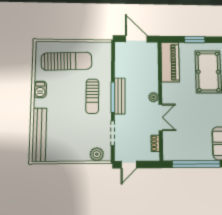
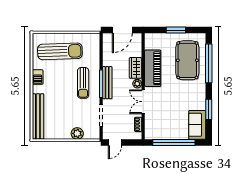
door: (136, 39) -> (122, 30), swing flipped
piano: (170, 62) -> (153, 68), moved
wardrobe: (151, 80) -> (135, 68), added
double door: (161, 117) -> (143, 102), swing flipped
plant: (97, 154) -> (77, 133), moved

